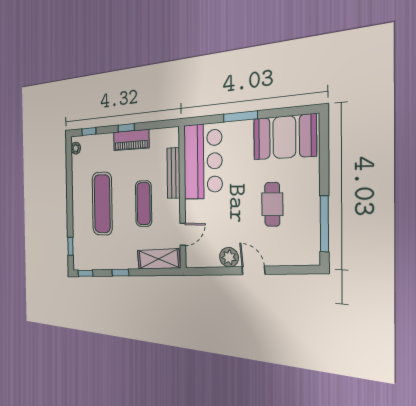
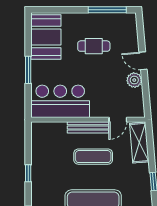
piano: (131, 140) -> (39, 168), removed
bench: (174, 173) -> (88, 127), moved
door: (183, 234) -> (118, 120), swing flipped
door: (253, 270) -> (143, 61), hinge flipped

